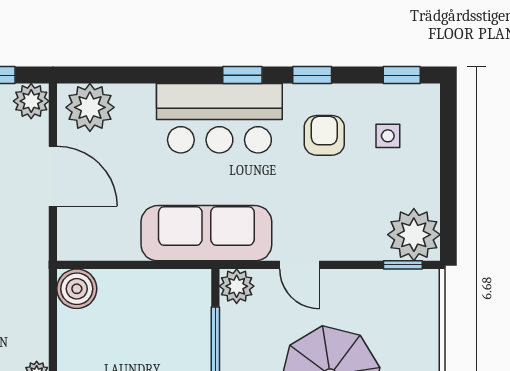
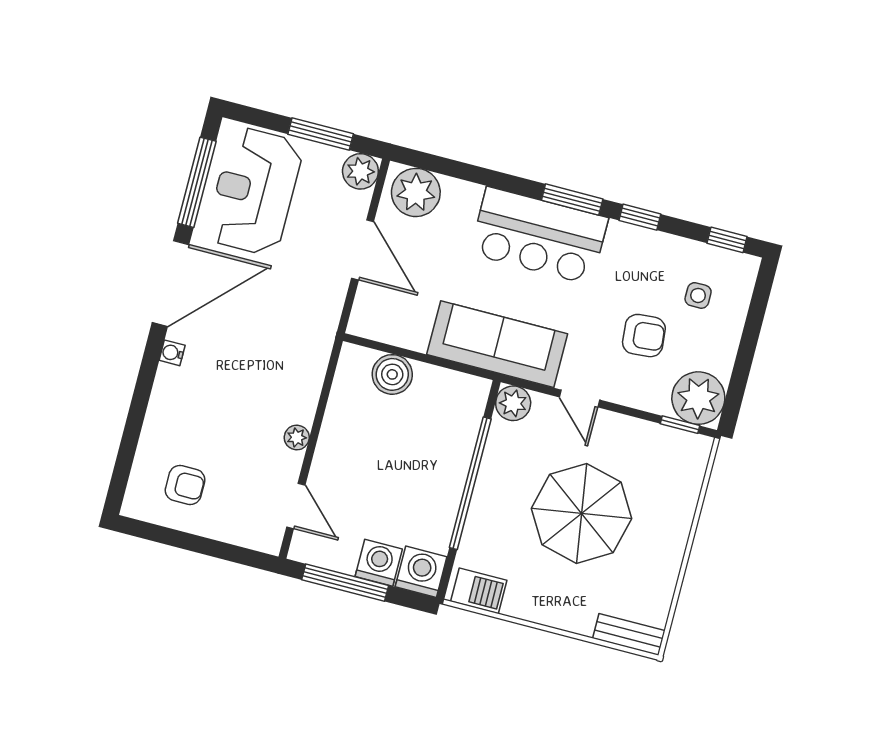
window: (242, 75) -> (572, 200), width x1.50
armchair: (324, 135) -> (644, 336), moved, turned 85
boiler: (77, 289) -> (392, 374), moved

